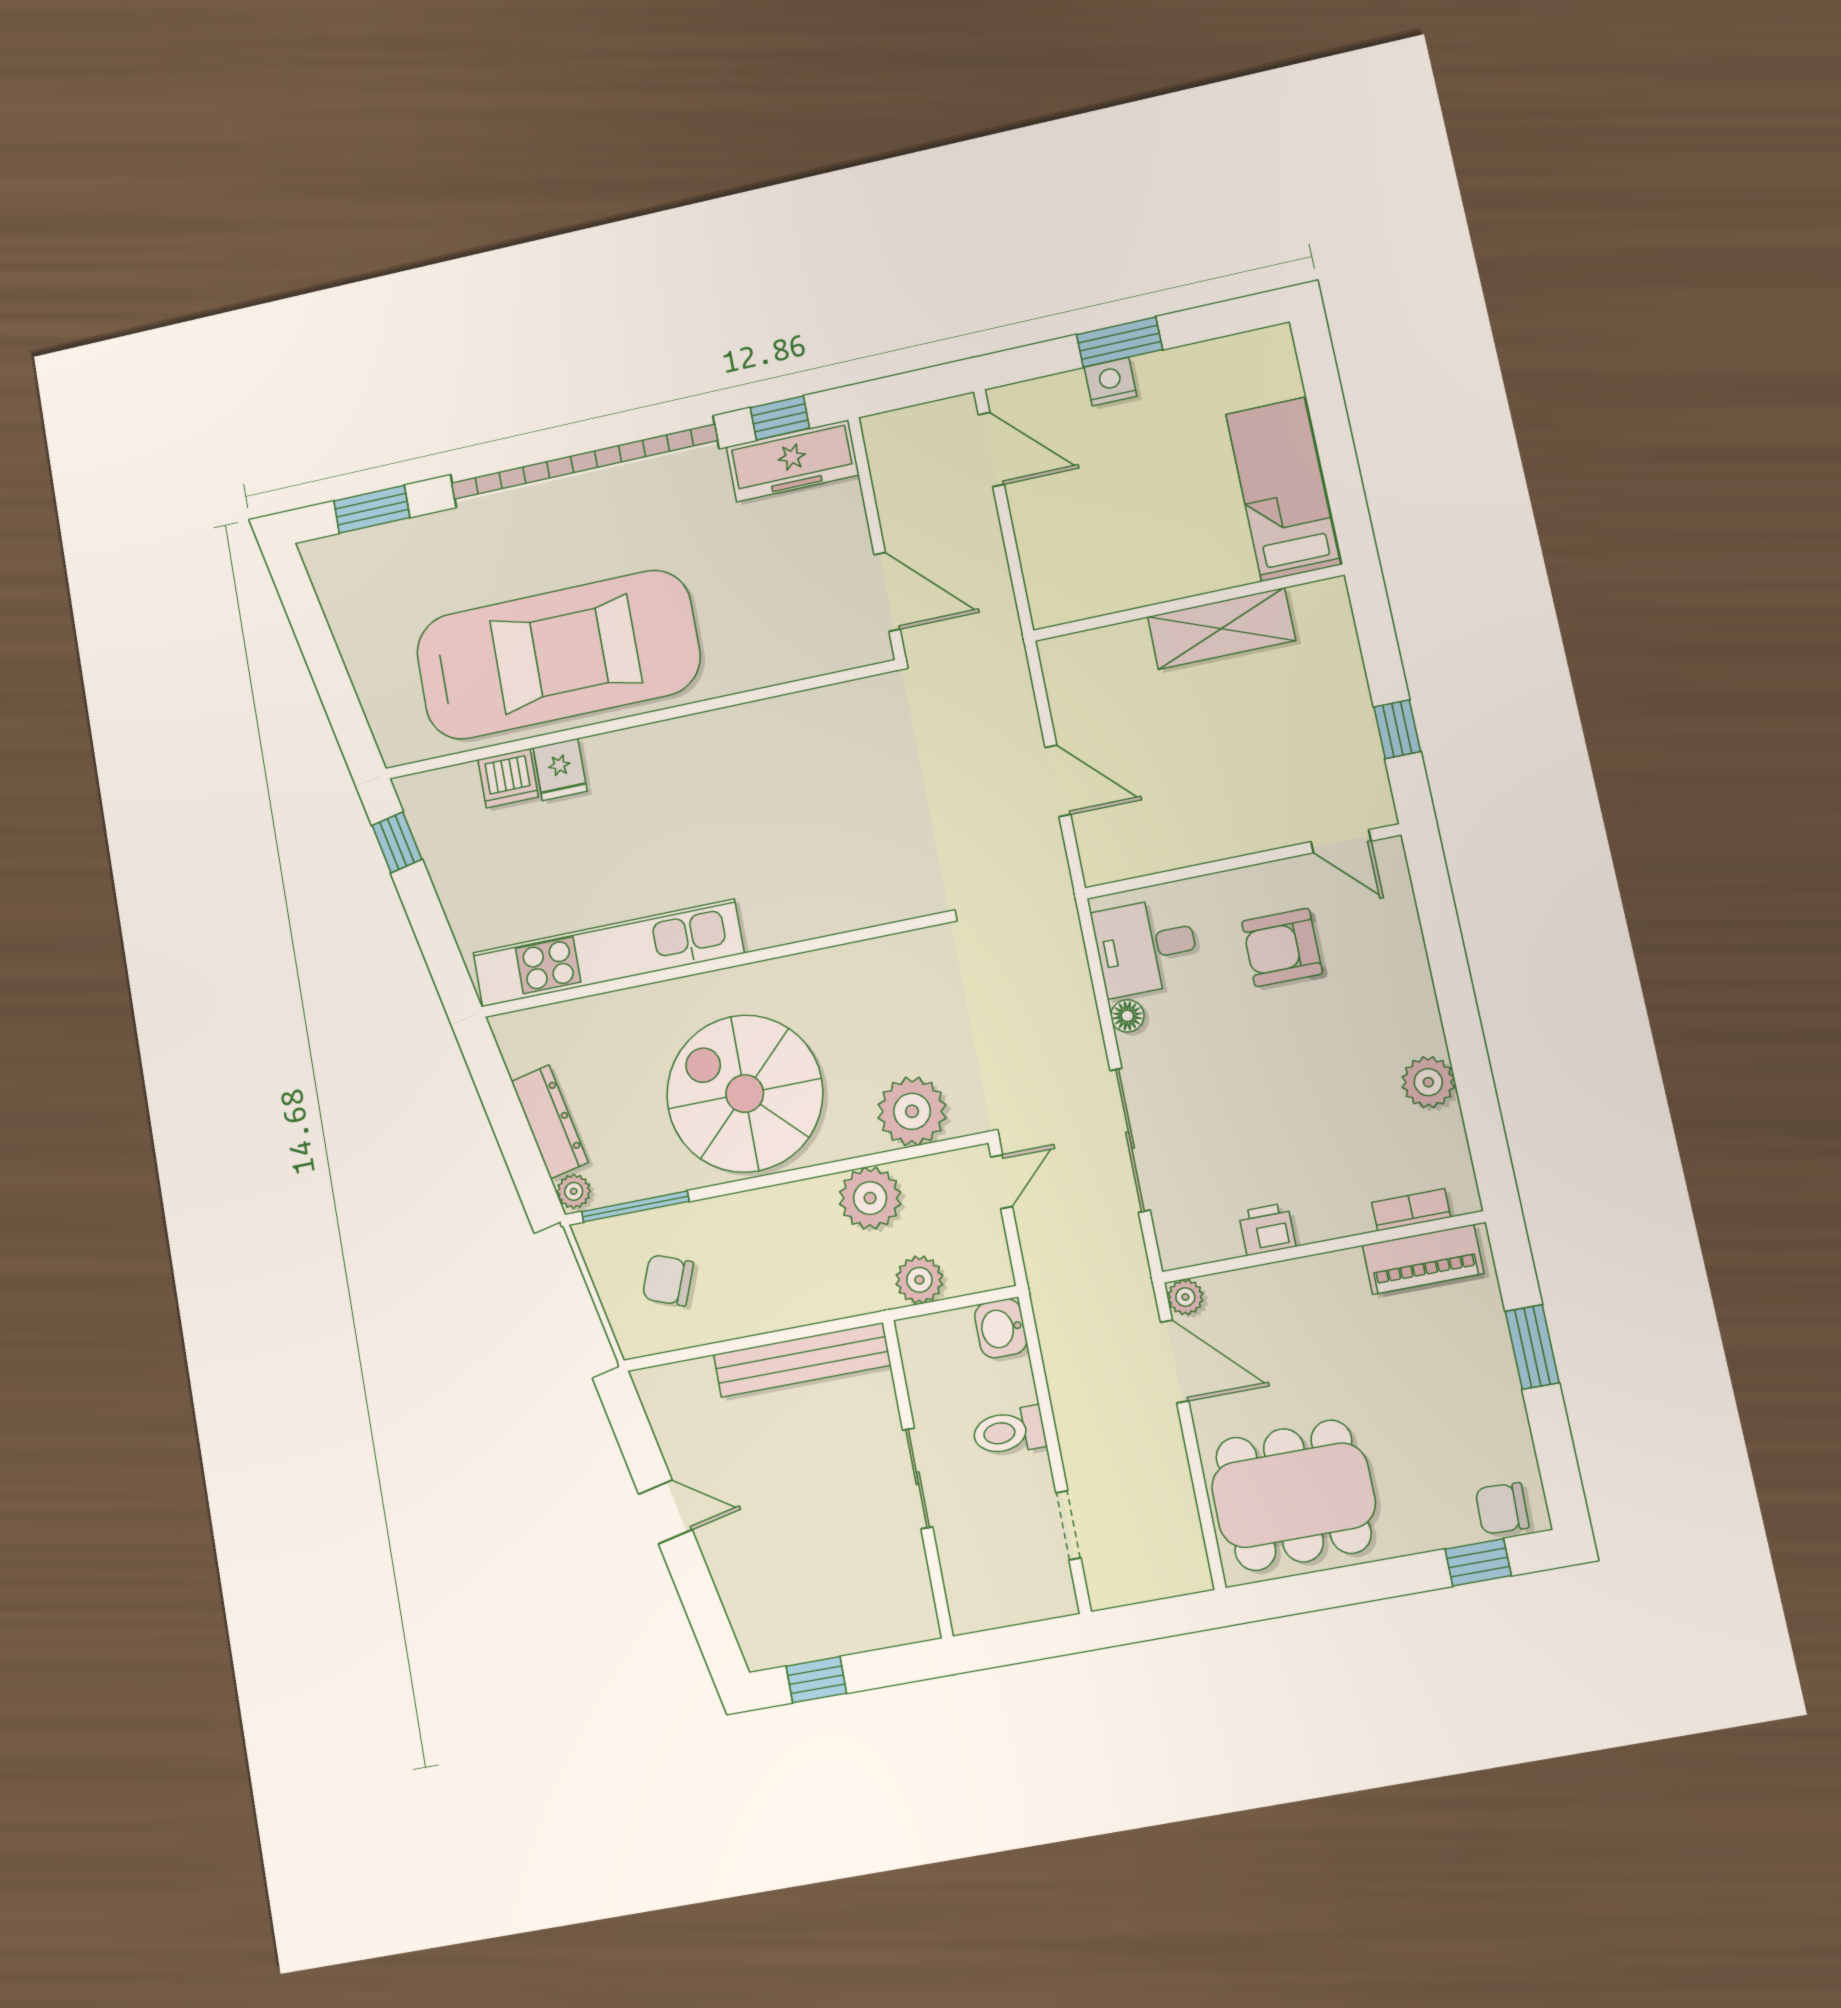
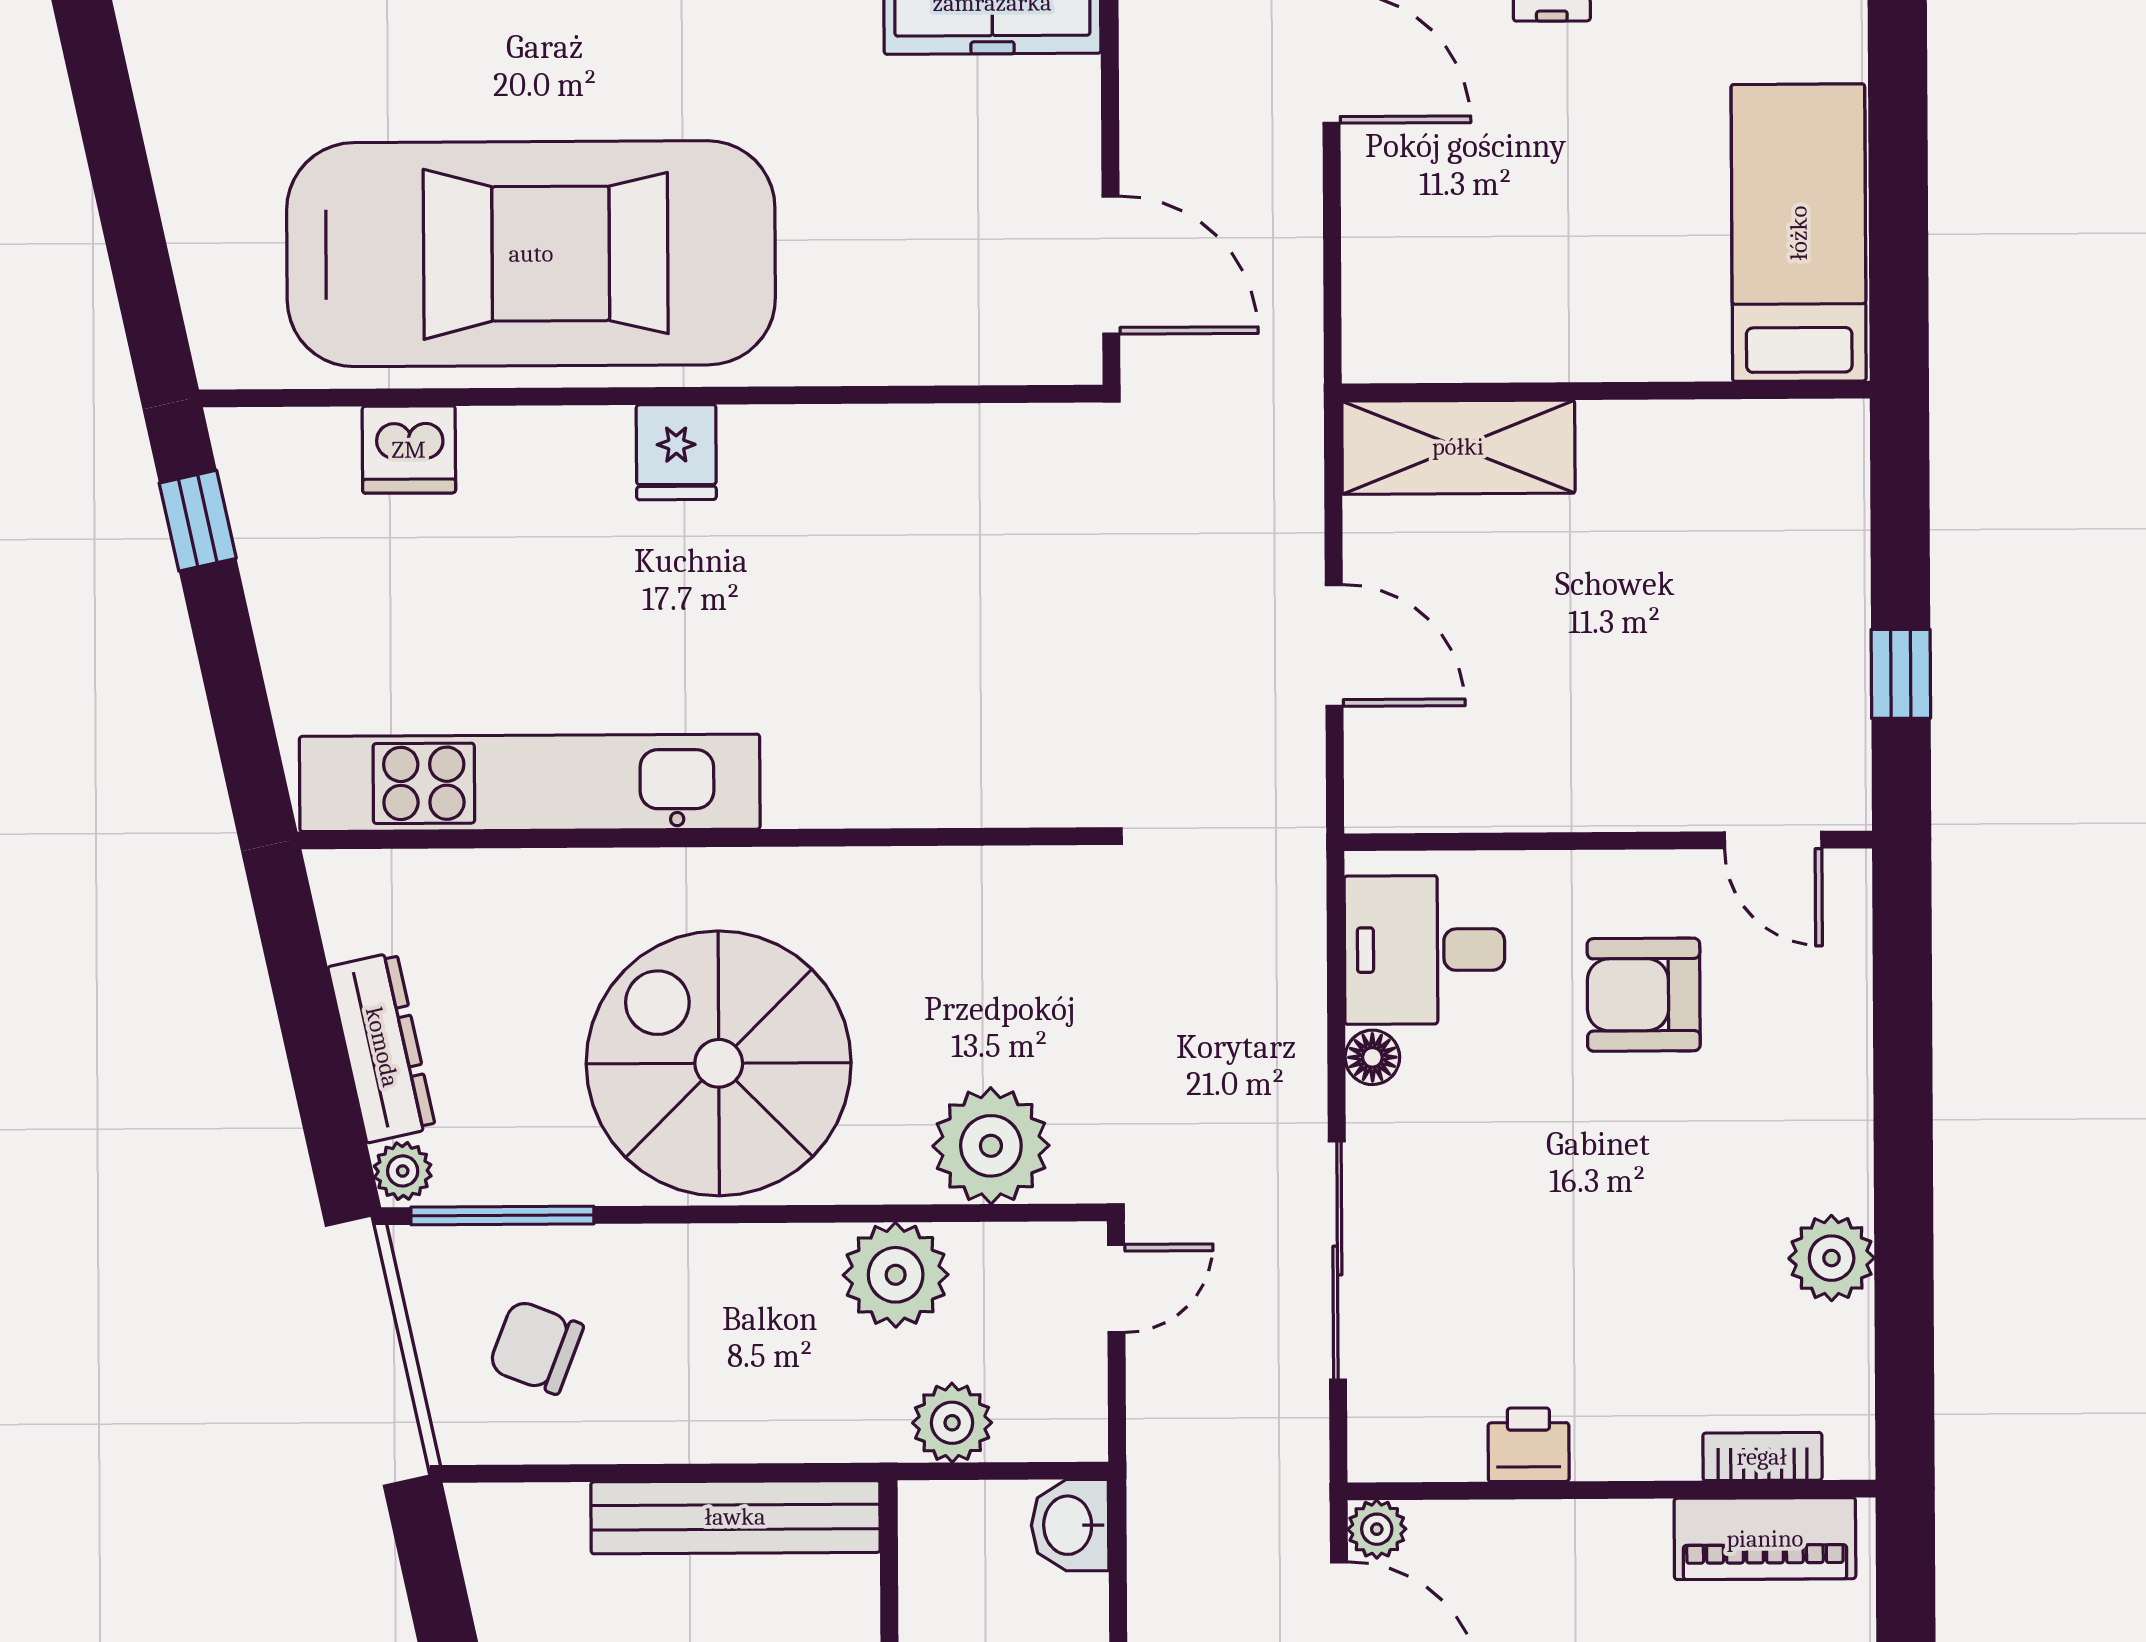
shelving: (1221, 629) -> (1458, 447), moved
fridge: (560, 769) -> (676, 452), moved

